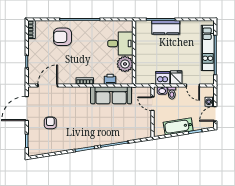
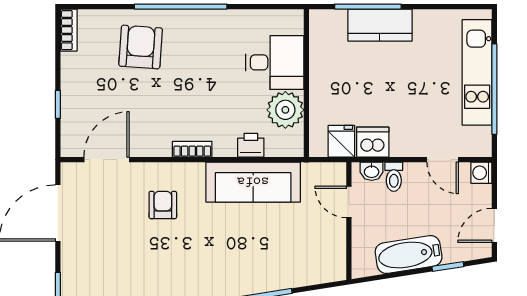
armchair: (62, 37) -> (141, 47), turned 94
fridge: (176, 78) -> (341, 141), moved
washing machine: (210, 102) -> (481, 173), moved
armchair: (50, 123) -> (163, 205), moved

